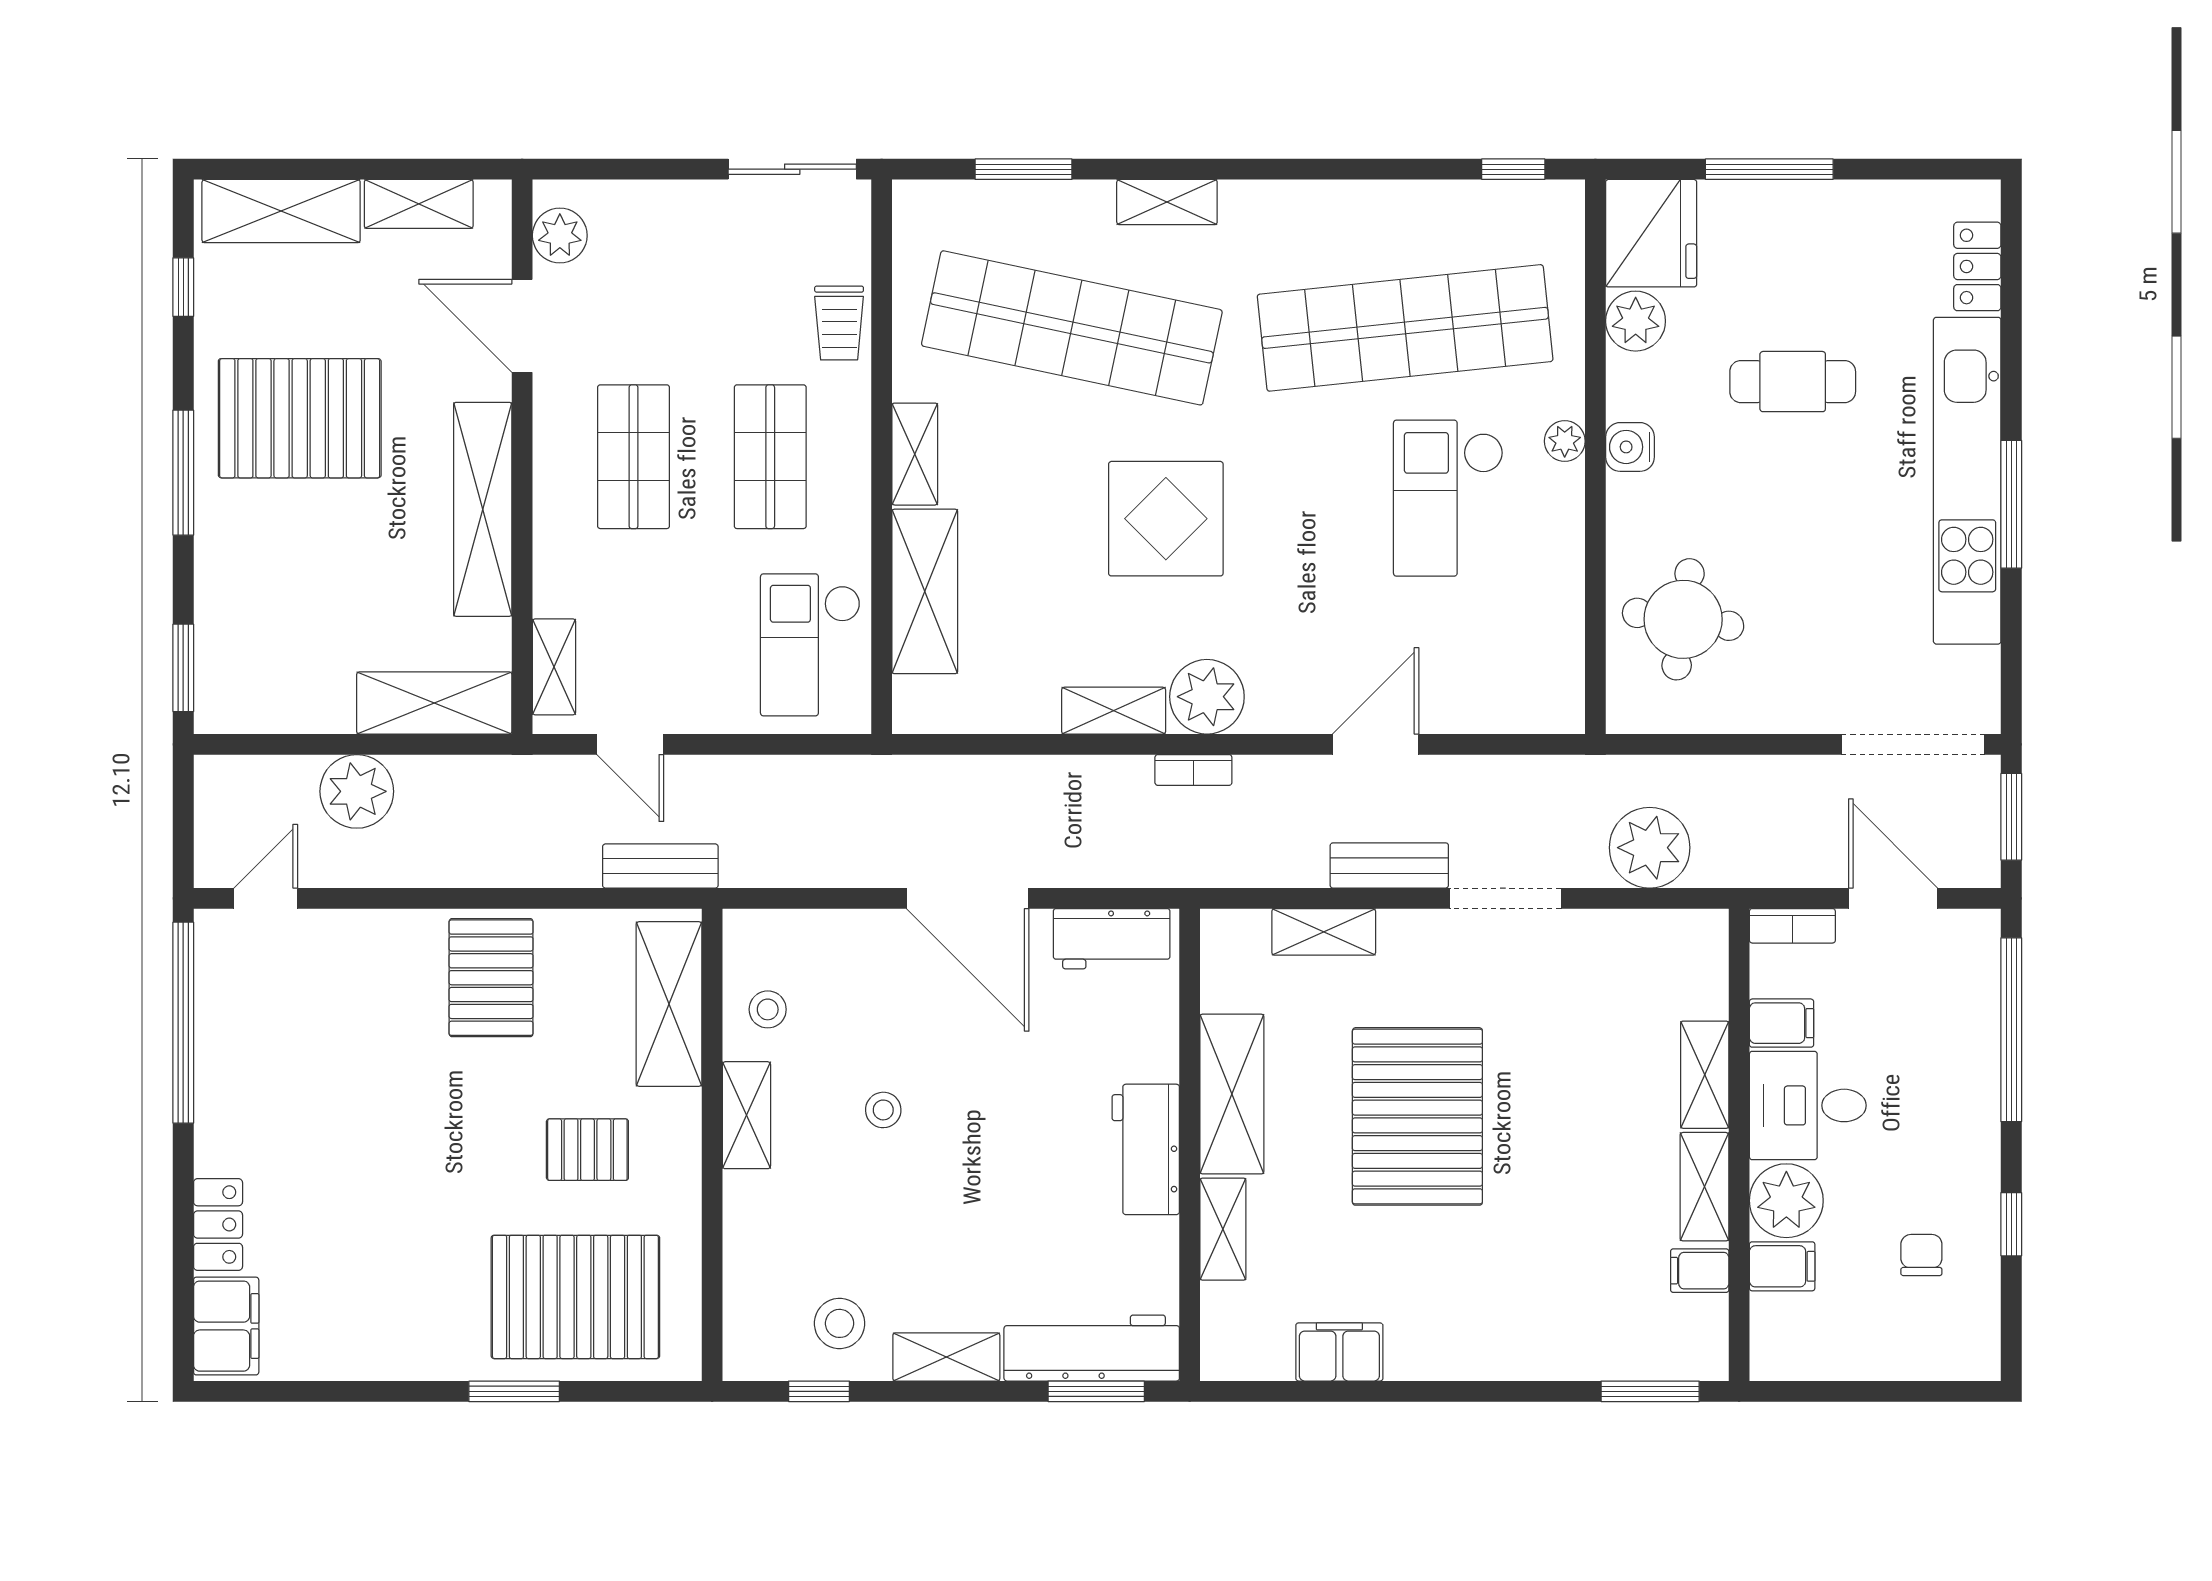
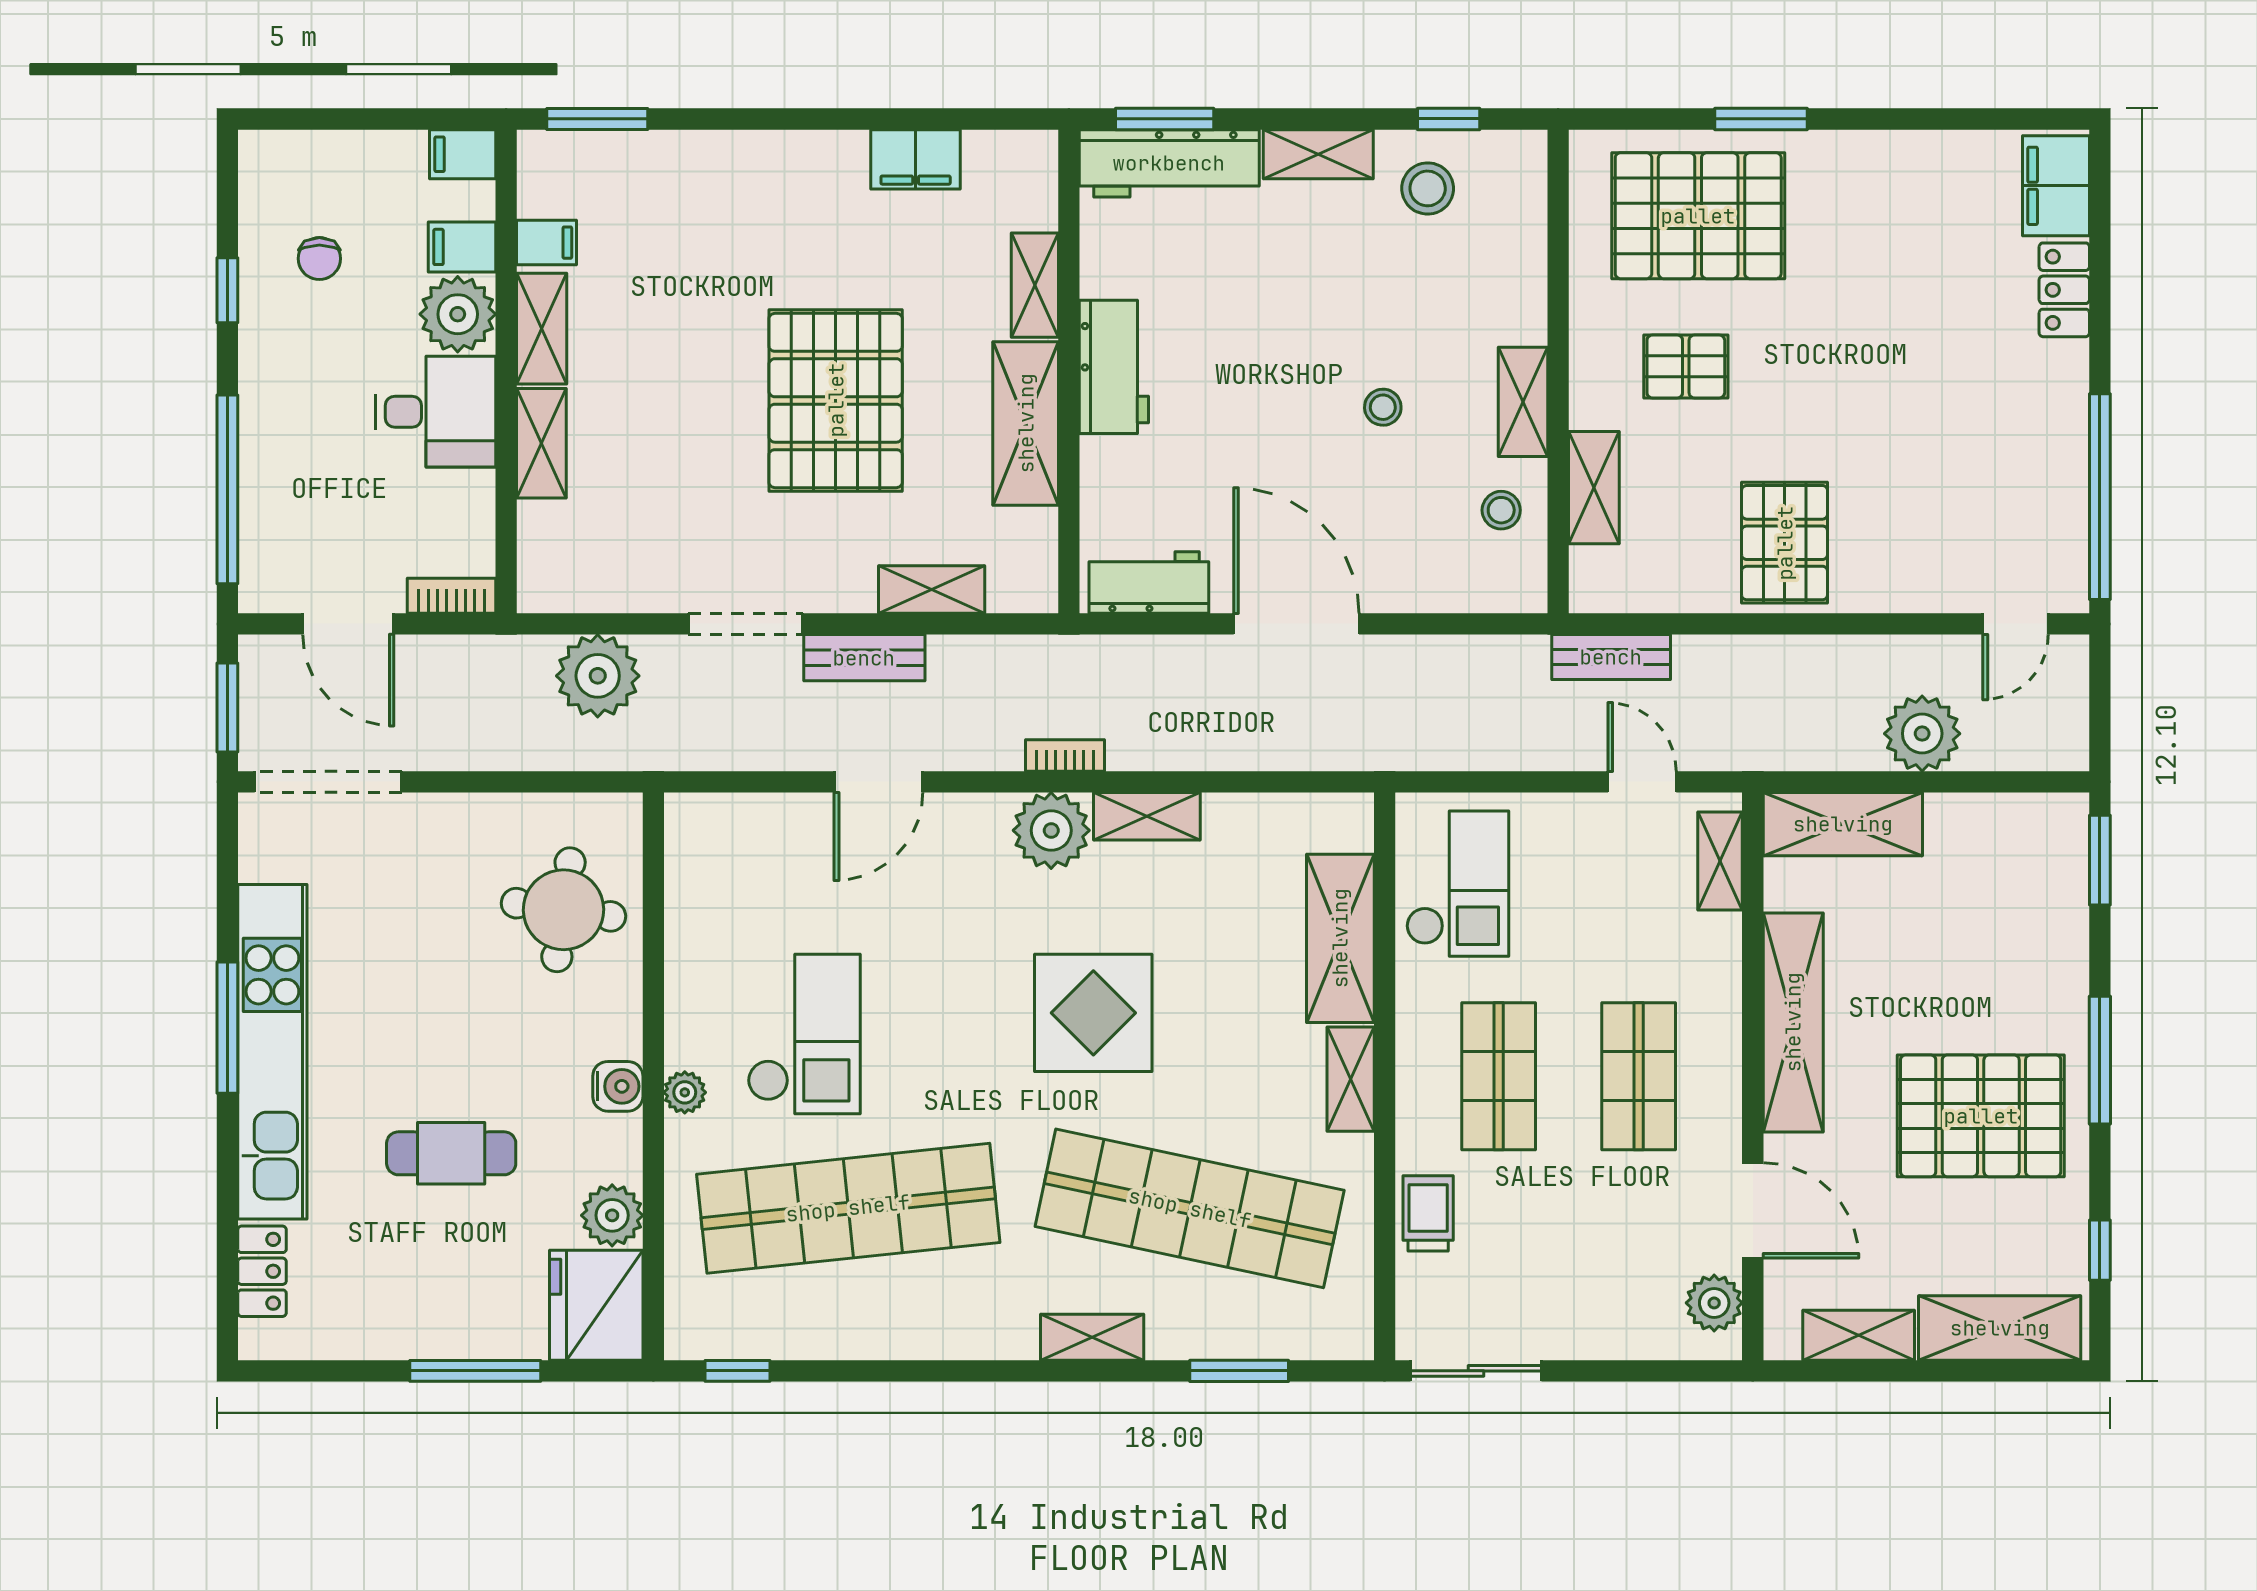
shelving: (669, 1004) -> (1594, 488), width x0.67, depth x0.75
filing cabinet: (1782, 1023) -> (463, 154), moved

